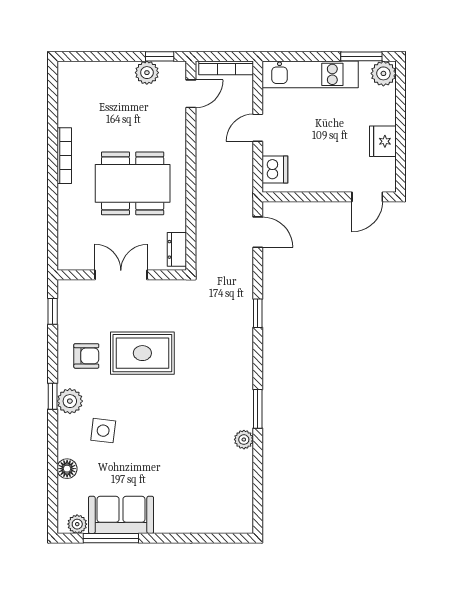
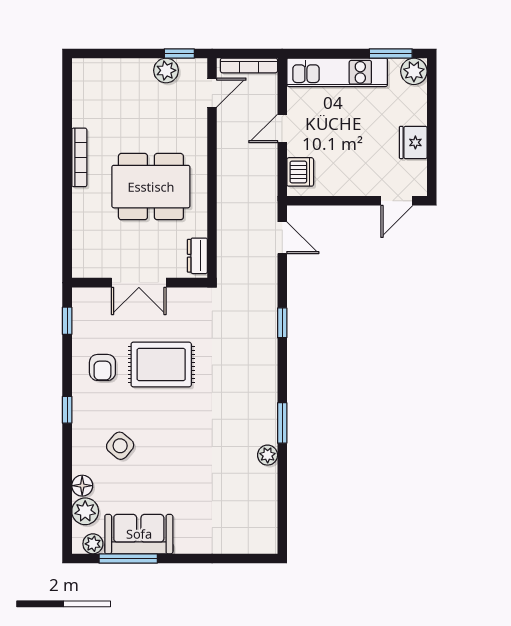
double door: (121, 275) -> (139, 283), swing flipped
armchair: (86, 356) -> (102, 367), turned 90
plant: (70, 401) -> (85, 511), moved
side table: (103, 431) -> (120, 446), turned 33

